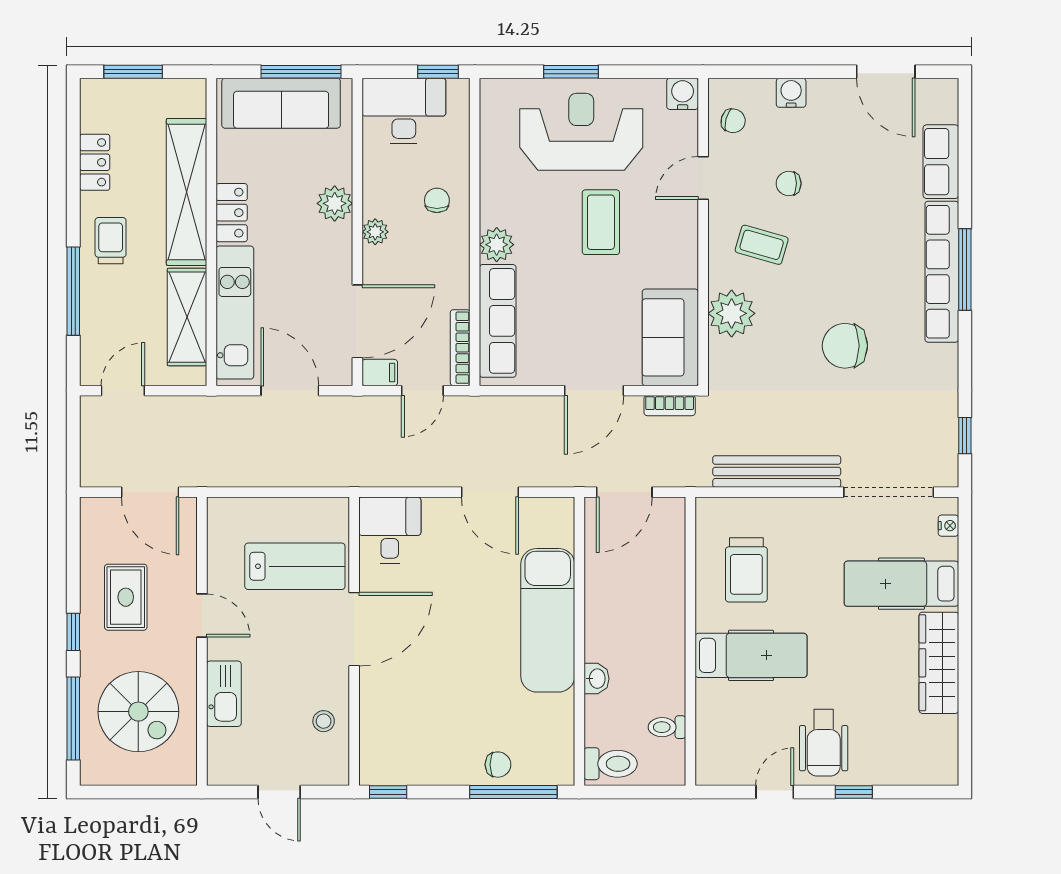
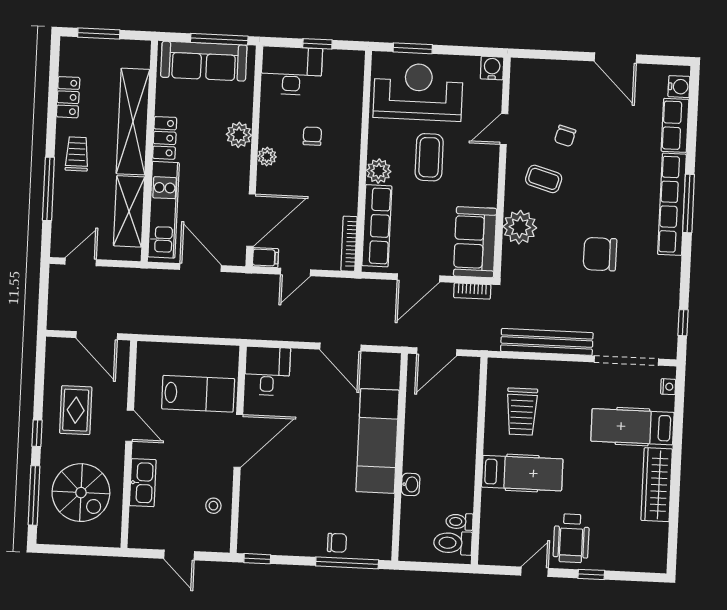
door: (886, 72) -> (615, 58), moved
water cooler: (791, 93) -> (679, 87), moved, turned 90
chair: (733, 121) -> (527, 89), removed
chair: (789, 183) -> (565, 136), turned -75
wall: (475, 232) -> (363, 161), moved
plant: (497, 245) -> (379, 171), moved
row of seats: (498, 321) -> (377, 226), moved
bookcase: (460, 348) -> (349, 244), moved
toilet: (611, 764) -> (453, 543), moved, turned 180

